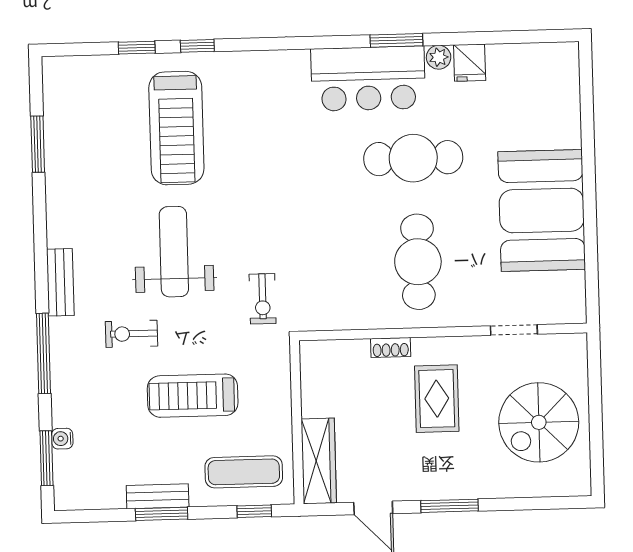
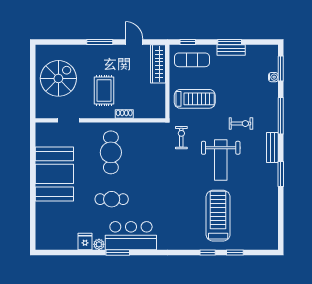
window: (38, 144) -> (281, 174), moved
cafe table: (413, 158) -> (112, 199), width x0.73, depth x0.74
treadmill: (193, 396) -> (195, 99), moved

